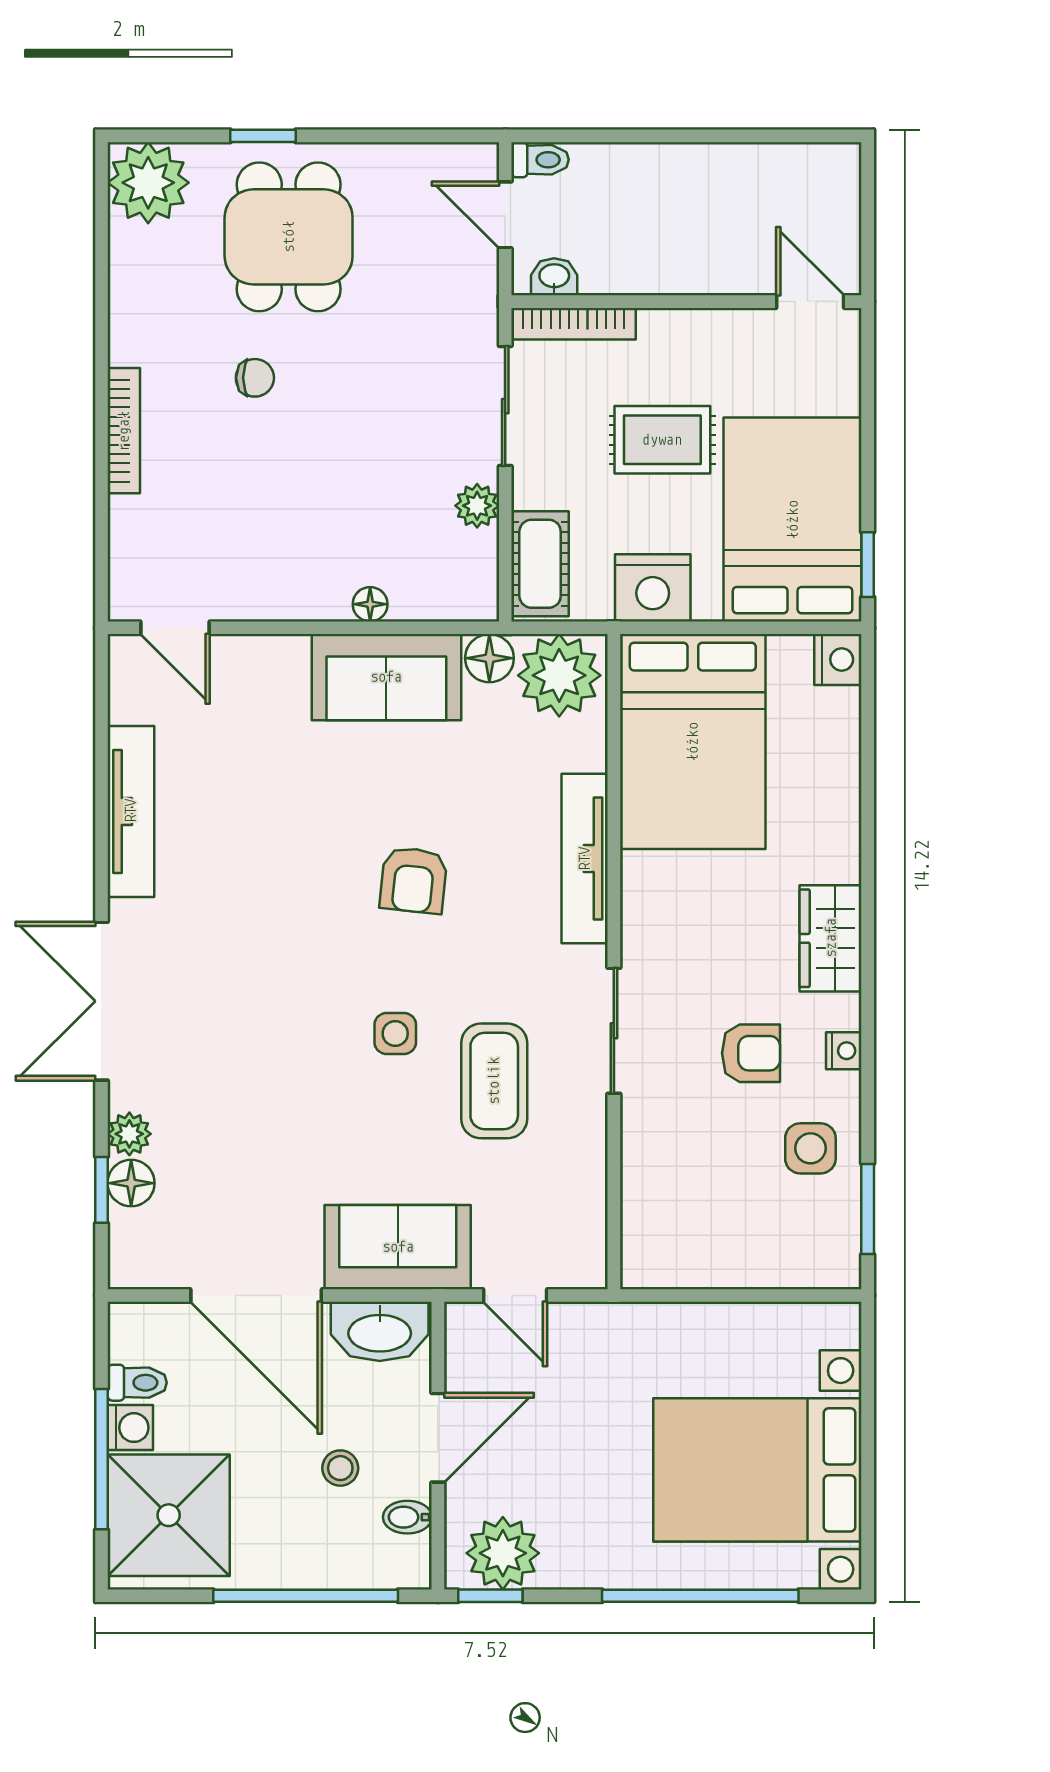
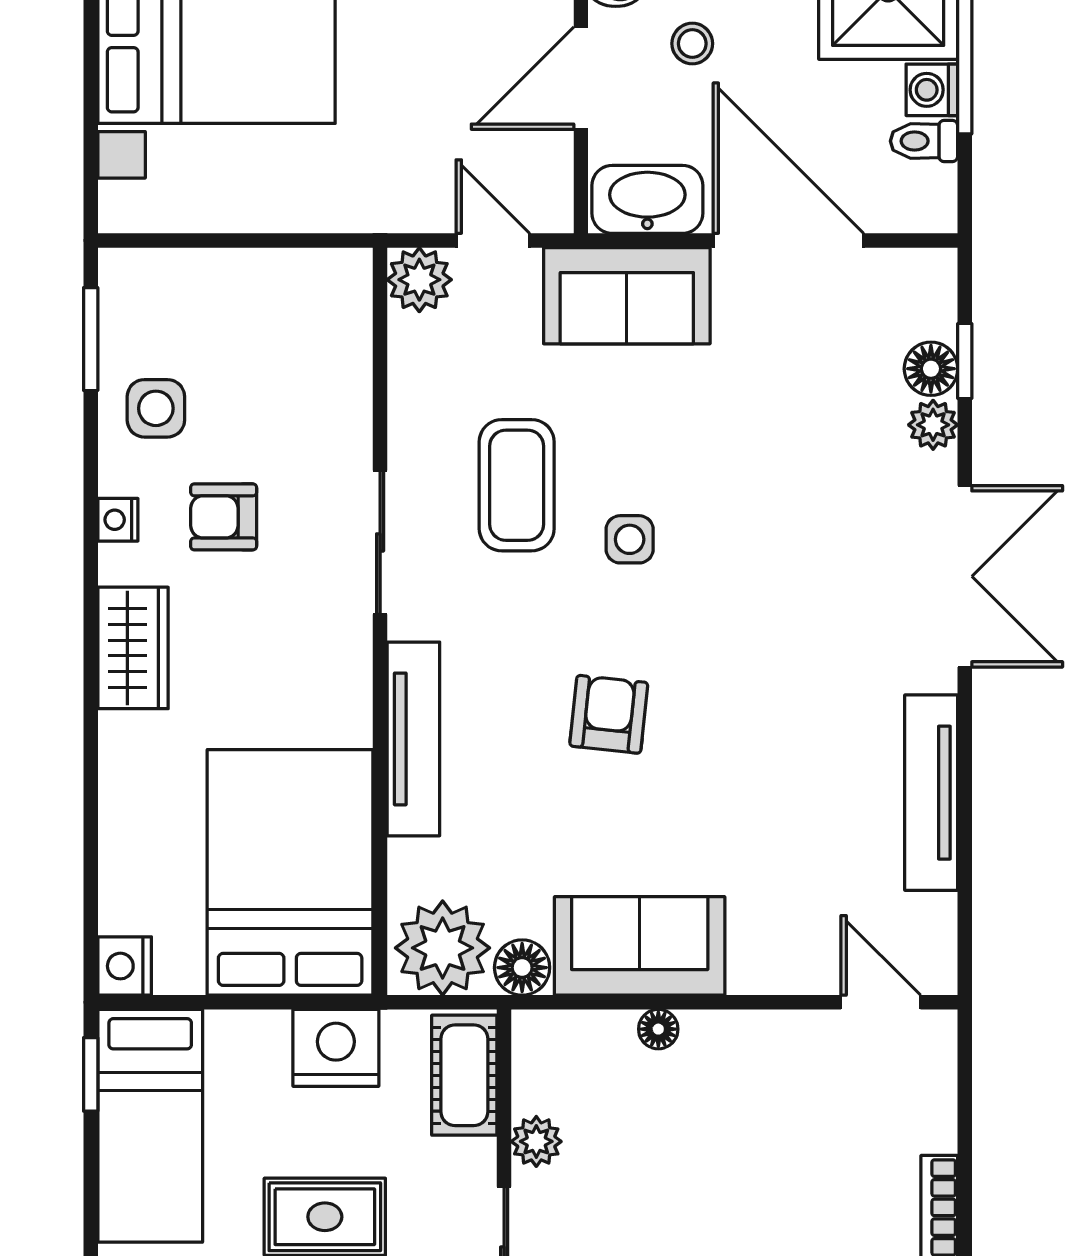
bed: (793, 520) -> (150, 1126), width x0.67
plant: (580, 1261) -> (419, 280), added

